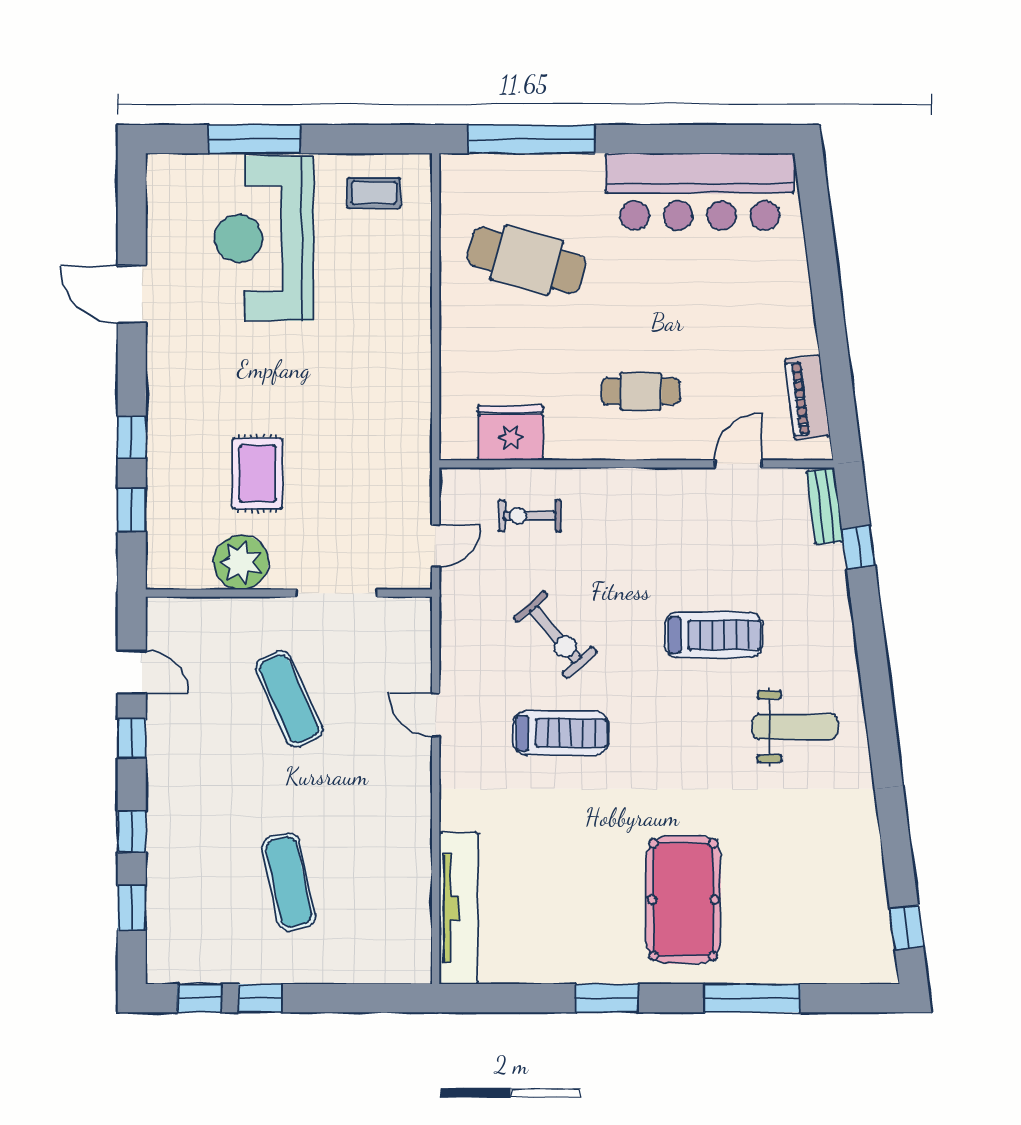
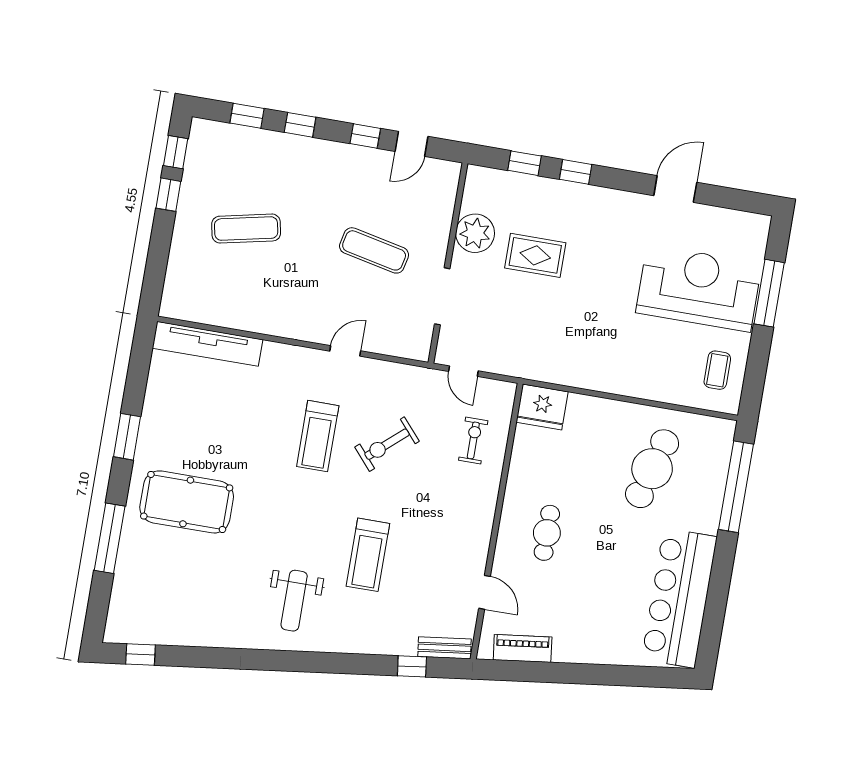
fridge: (510, 433) -> (542, 407), moved, turned 90
exercise mat: (289, 699) -> (374, 250), turned 36

